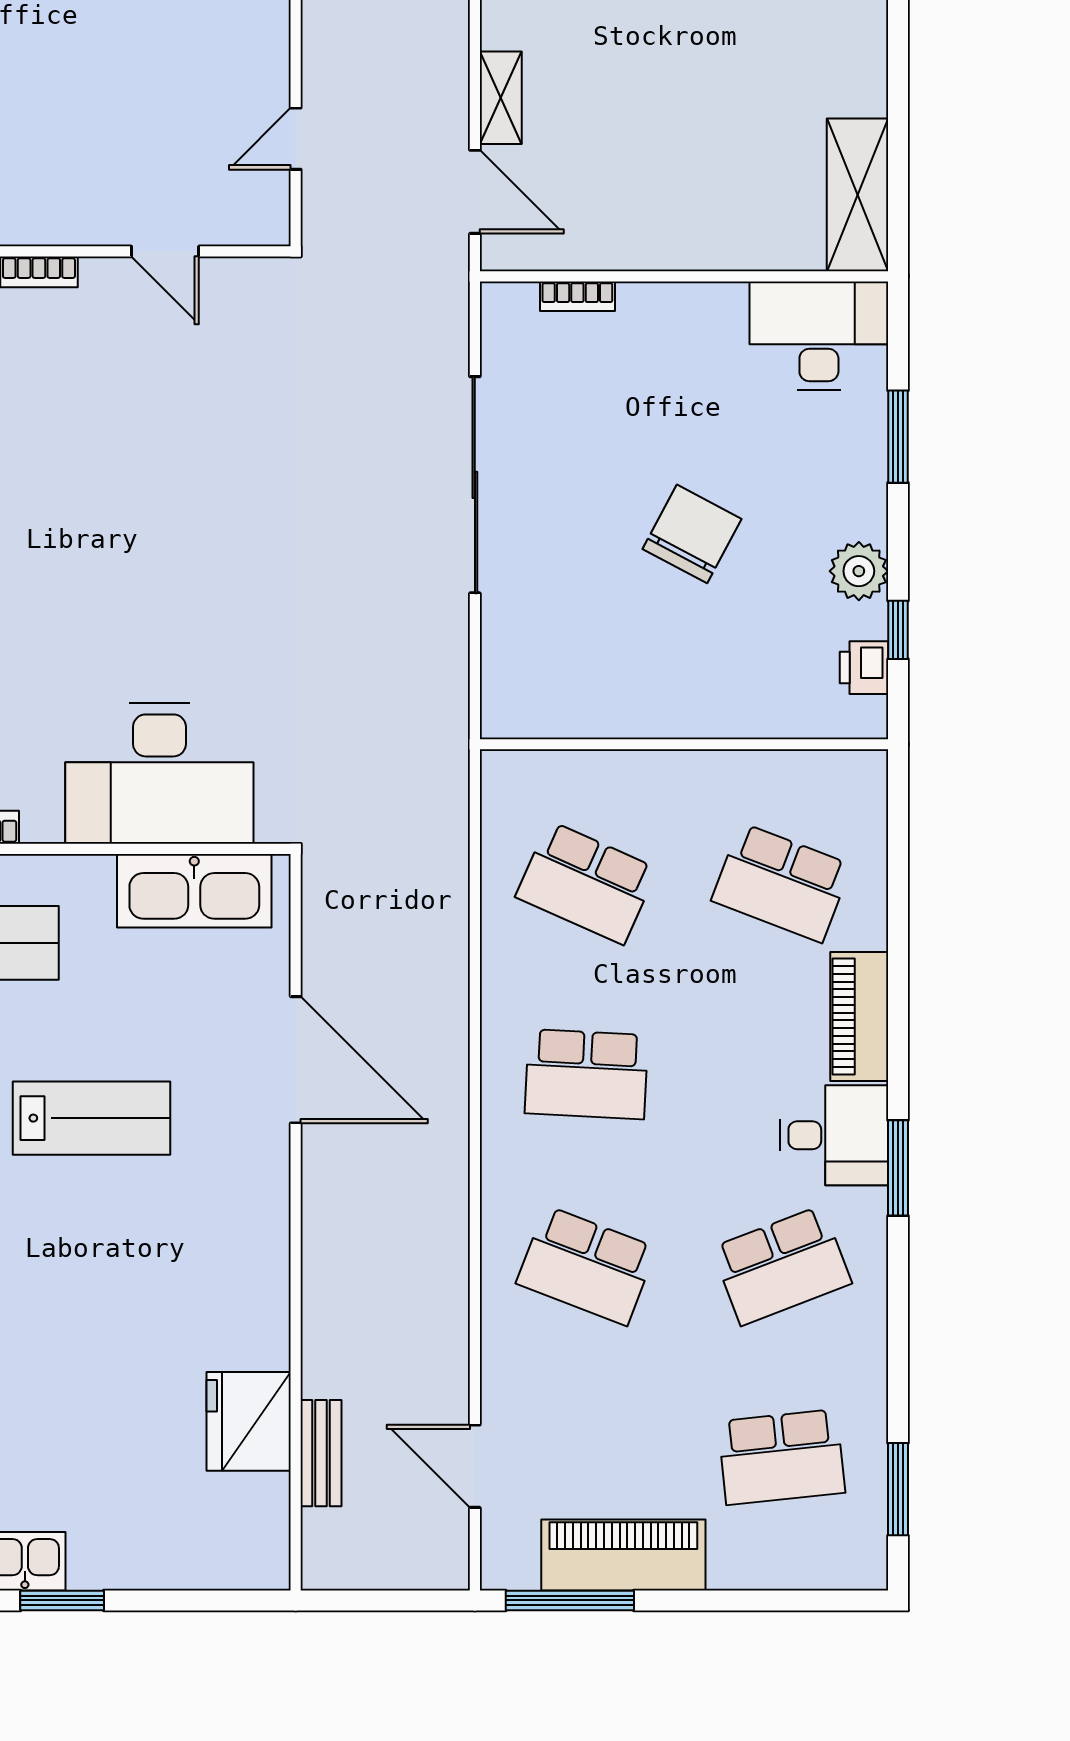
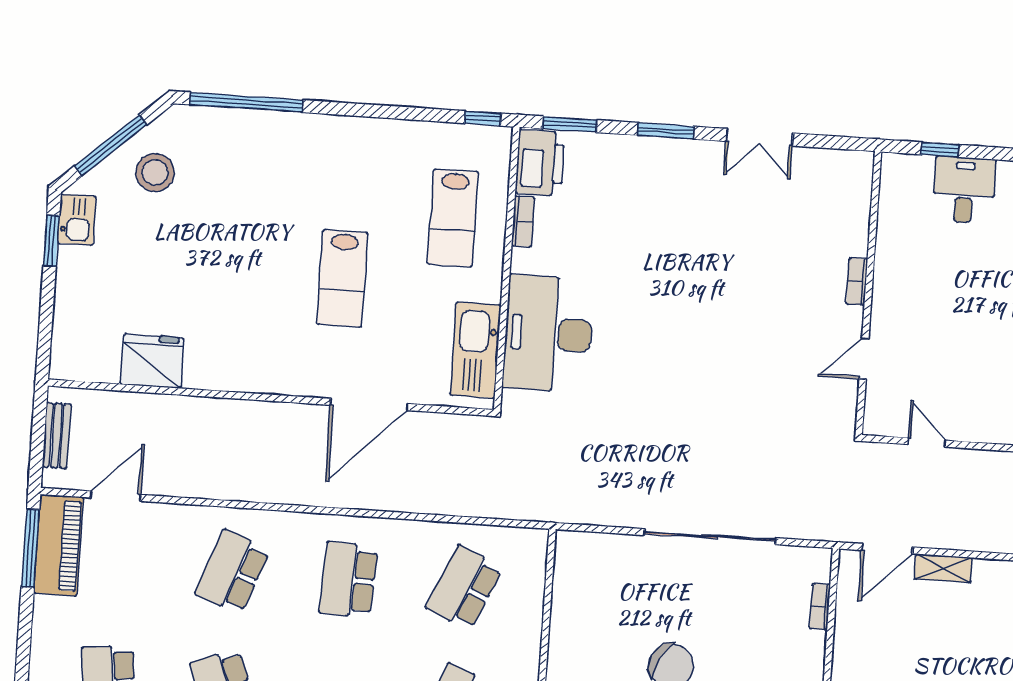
bench: (321, 1453) -> (57, 435), moved, turned 90
piano: (623, 1555) -> (58, 545), moved

